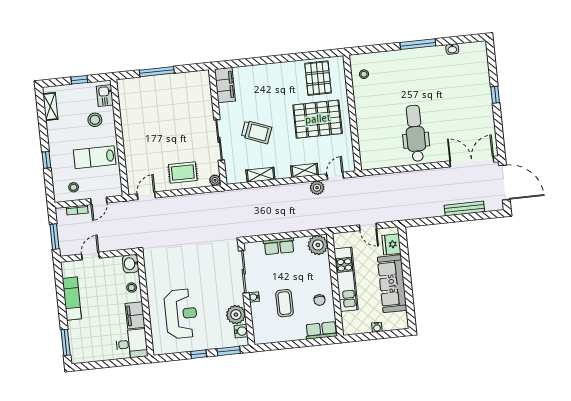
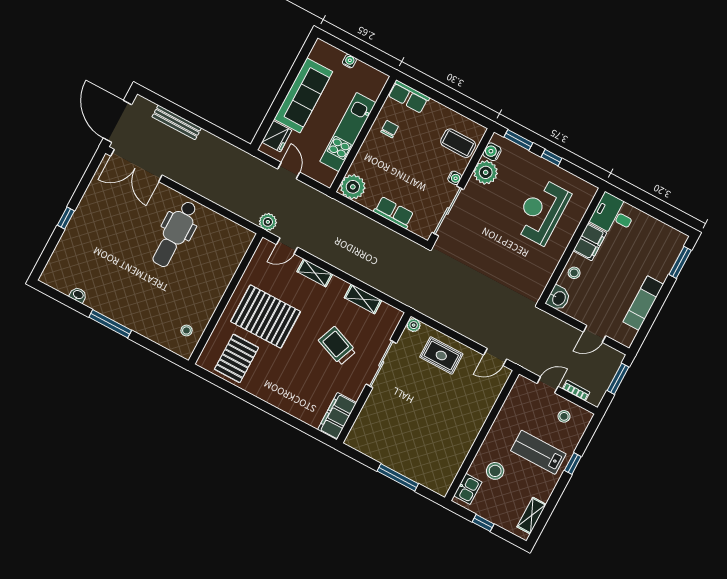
lab bench: (95, 157) -> (538, 452), moved, turned 180
plant: (317, 188) -> (268, 222), moved
coffee table: (285, 303) -> (458, 143), moved, turned 90

